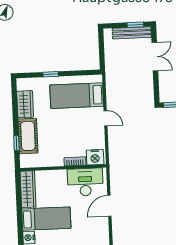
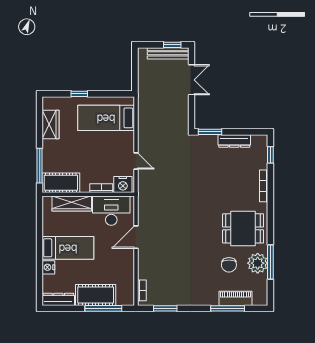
door: (106, 118) -> (136, 161), moved
cot: (28, 136) -> (61, 183), moved, turned 90
window: (16, 143) -> (40, 166), width x2.17
wardrobe: (28, 189) -> (72, 204), moved, turned 90

